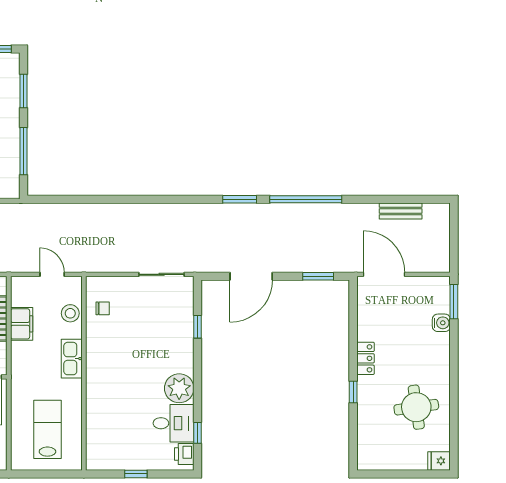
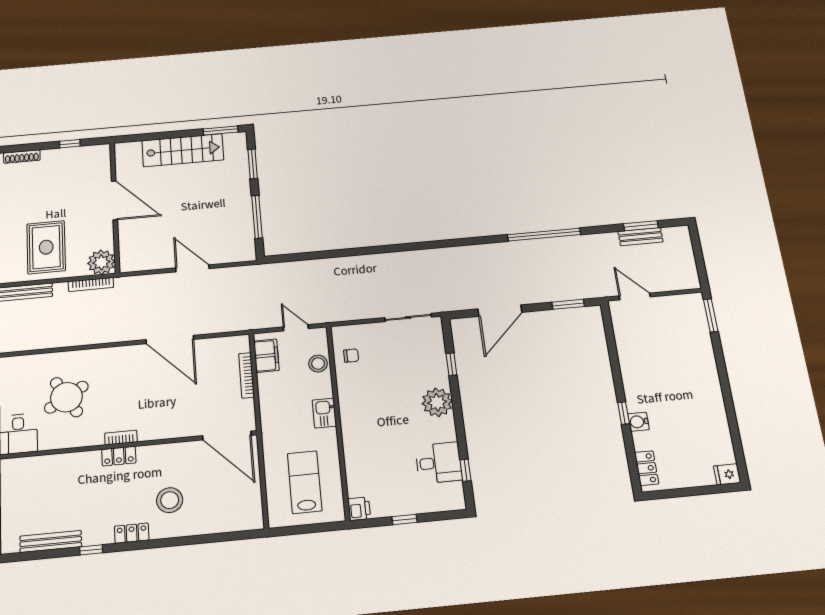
window: (240, 199) -> (641, 226), moved
door: (384, 274) -> (635, 296), width x0.73
water cooler: (441, 323) -> (638, 422), moved, turned 180
filing cabinet: (22, 324) -> (266, 356), moved
locker: (365, 358) -> (647, 468), moved
kitchen sink: (72, 359) -> (324, 413), width x0.73
plant: (179, 388) -> (437, 402), moved
round table: (416, 407) -> (692, 422), removed
printer: (184, 454) -> (359, 509), moved, turned 180

